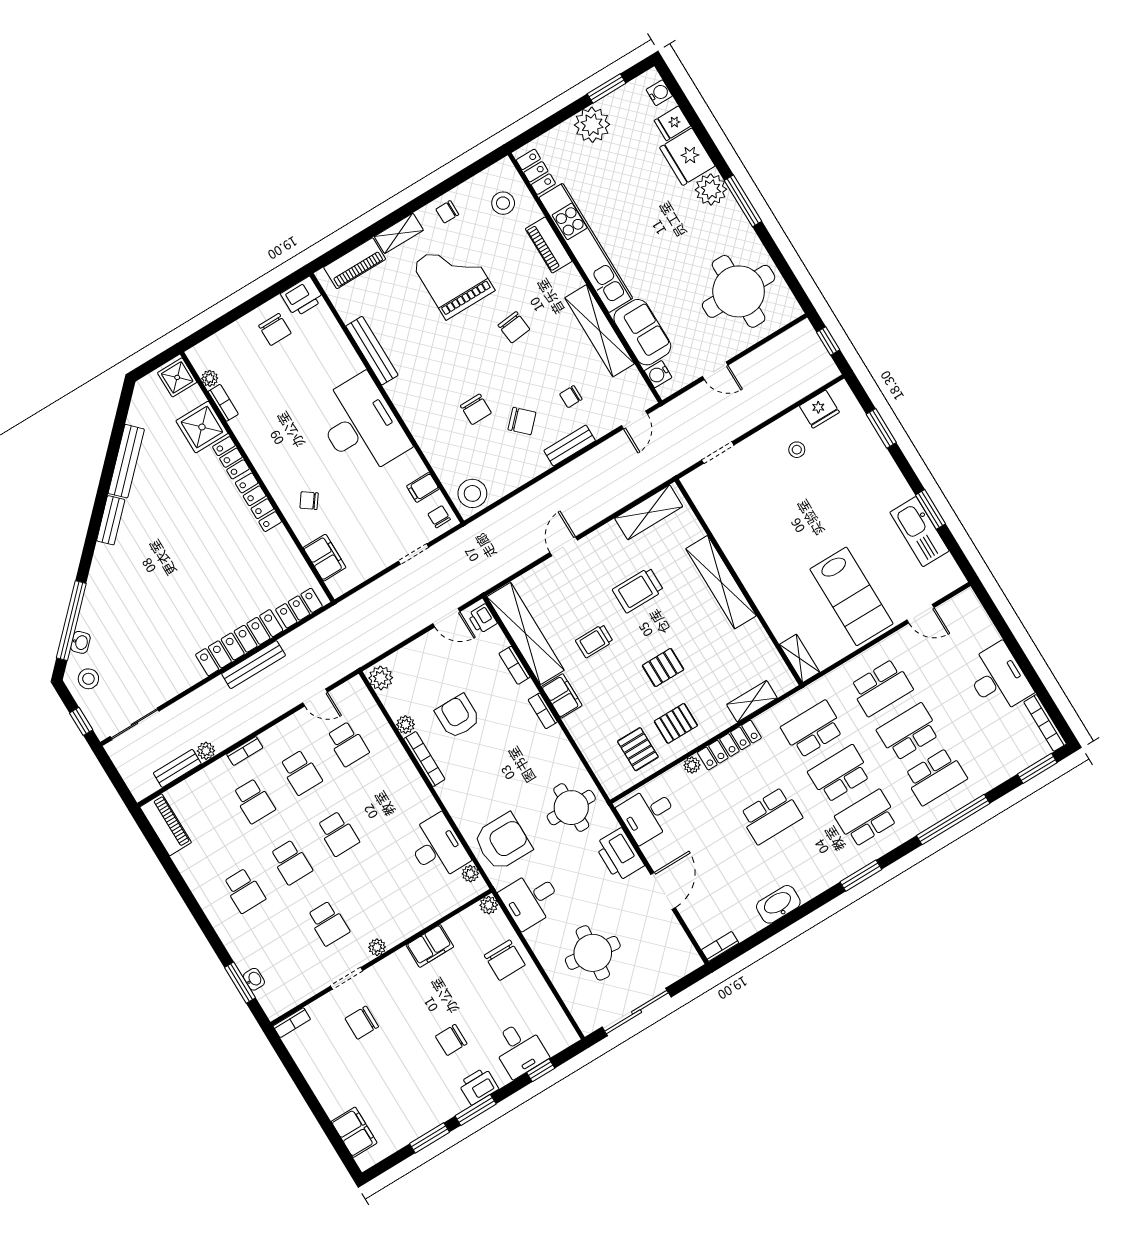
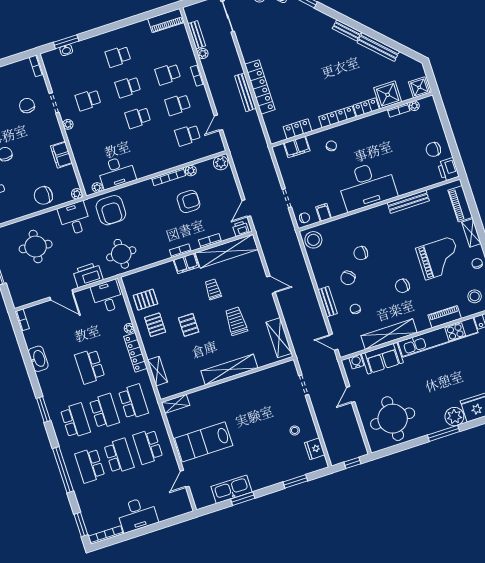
locker: (299, 608) -> (298, 129), moved, turned -90

